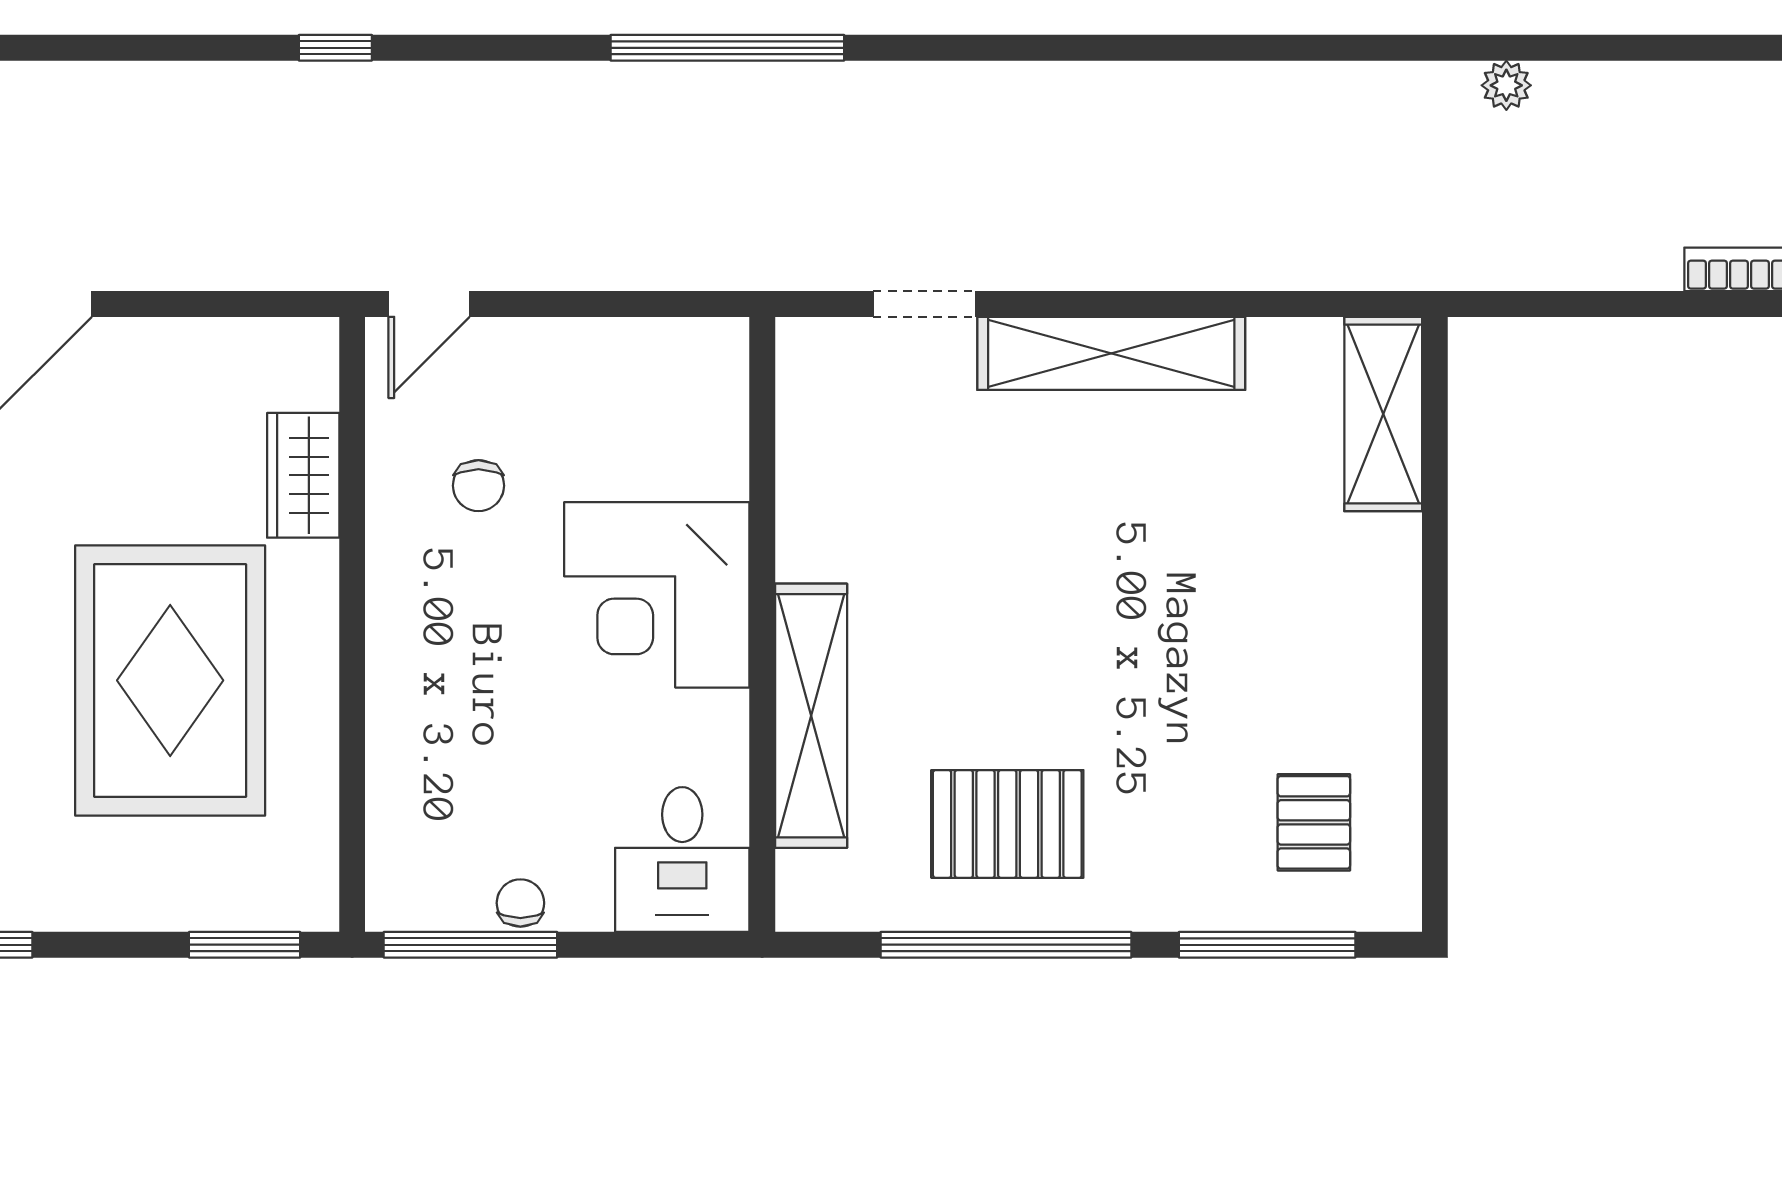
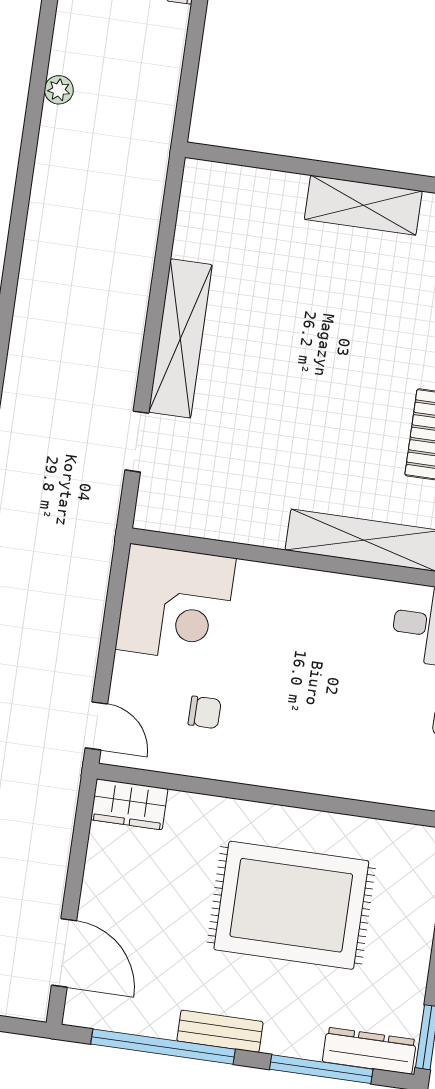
shelving: (1383, 414) -> (363, 205), moved
wardrobe: (303, 475) -> (129, 804), moved
corner desk: (657, 595) -> (176, 604), moved

